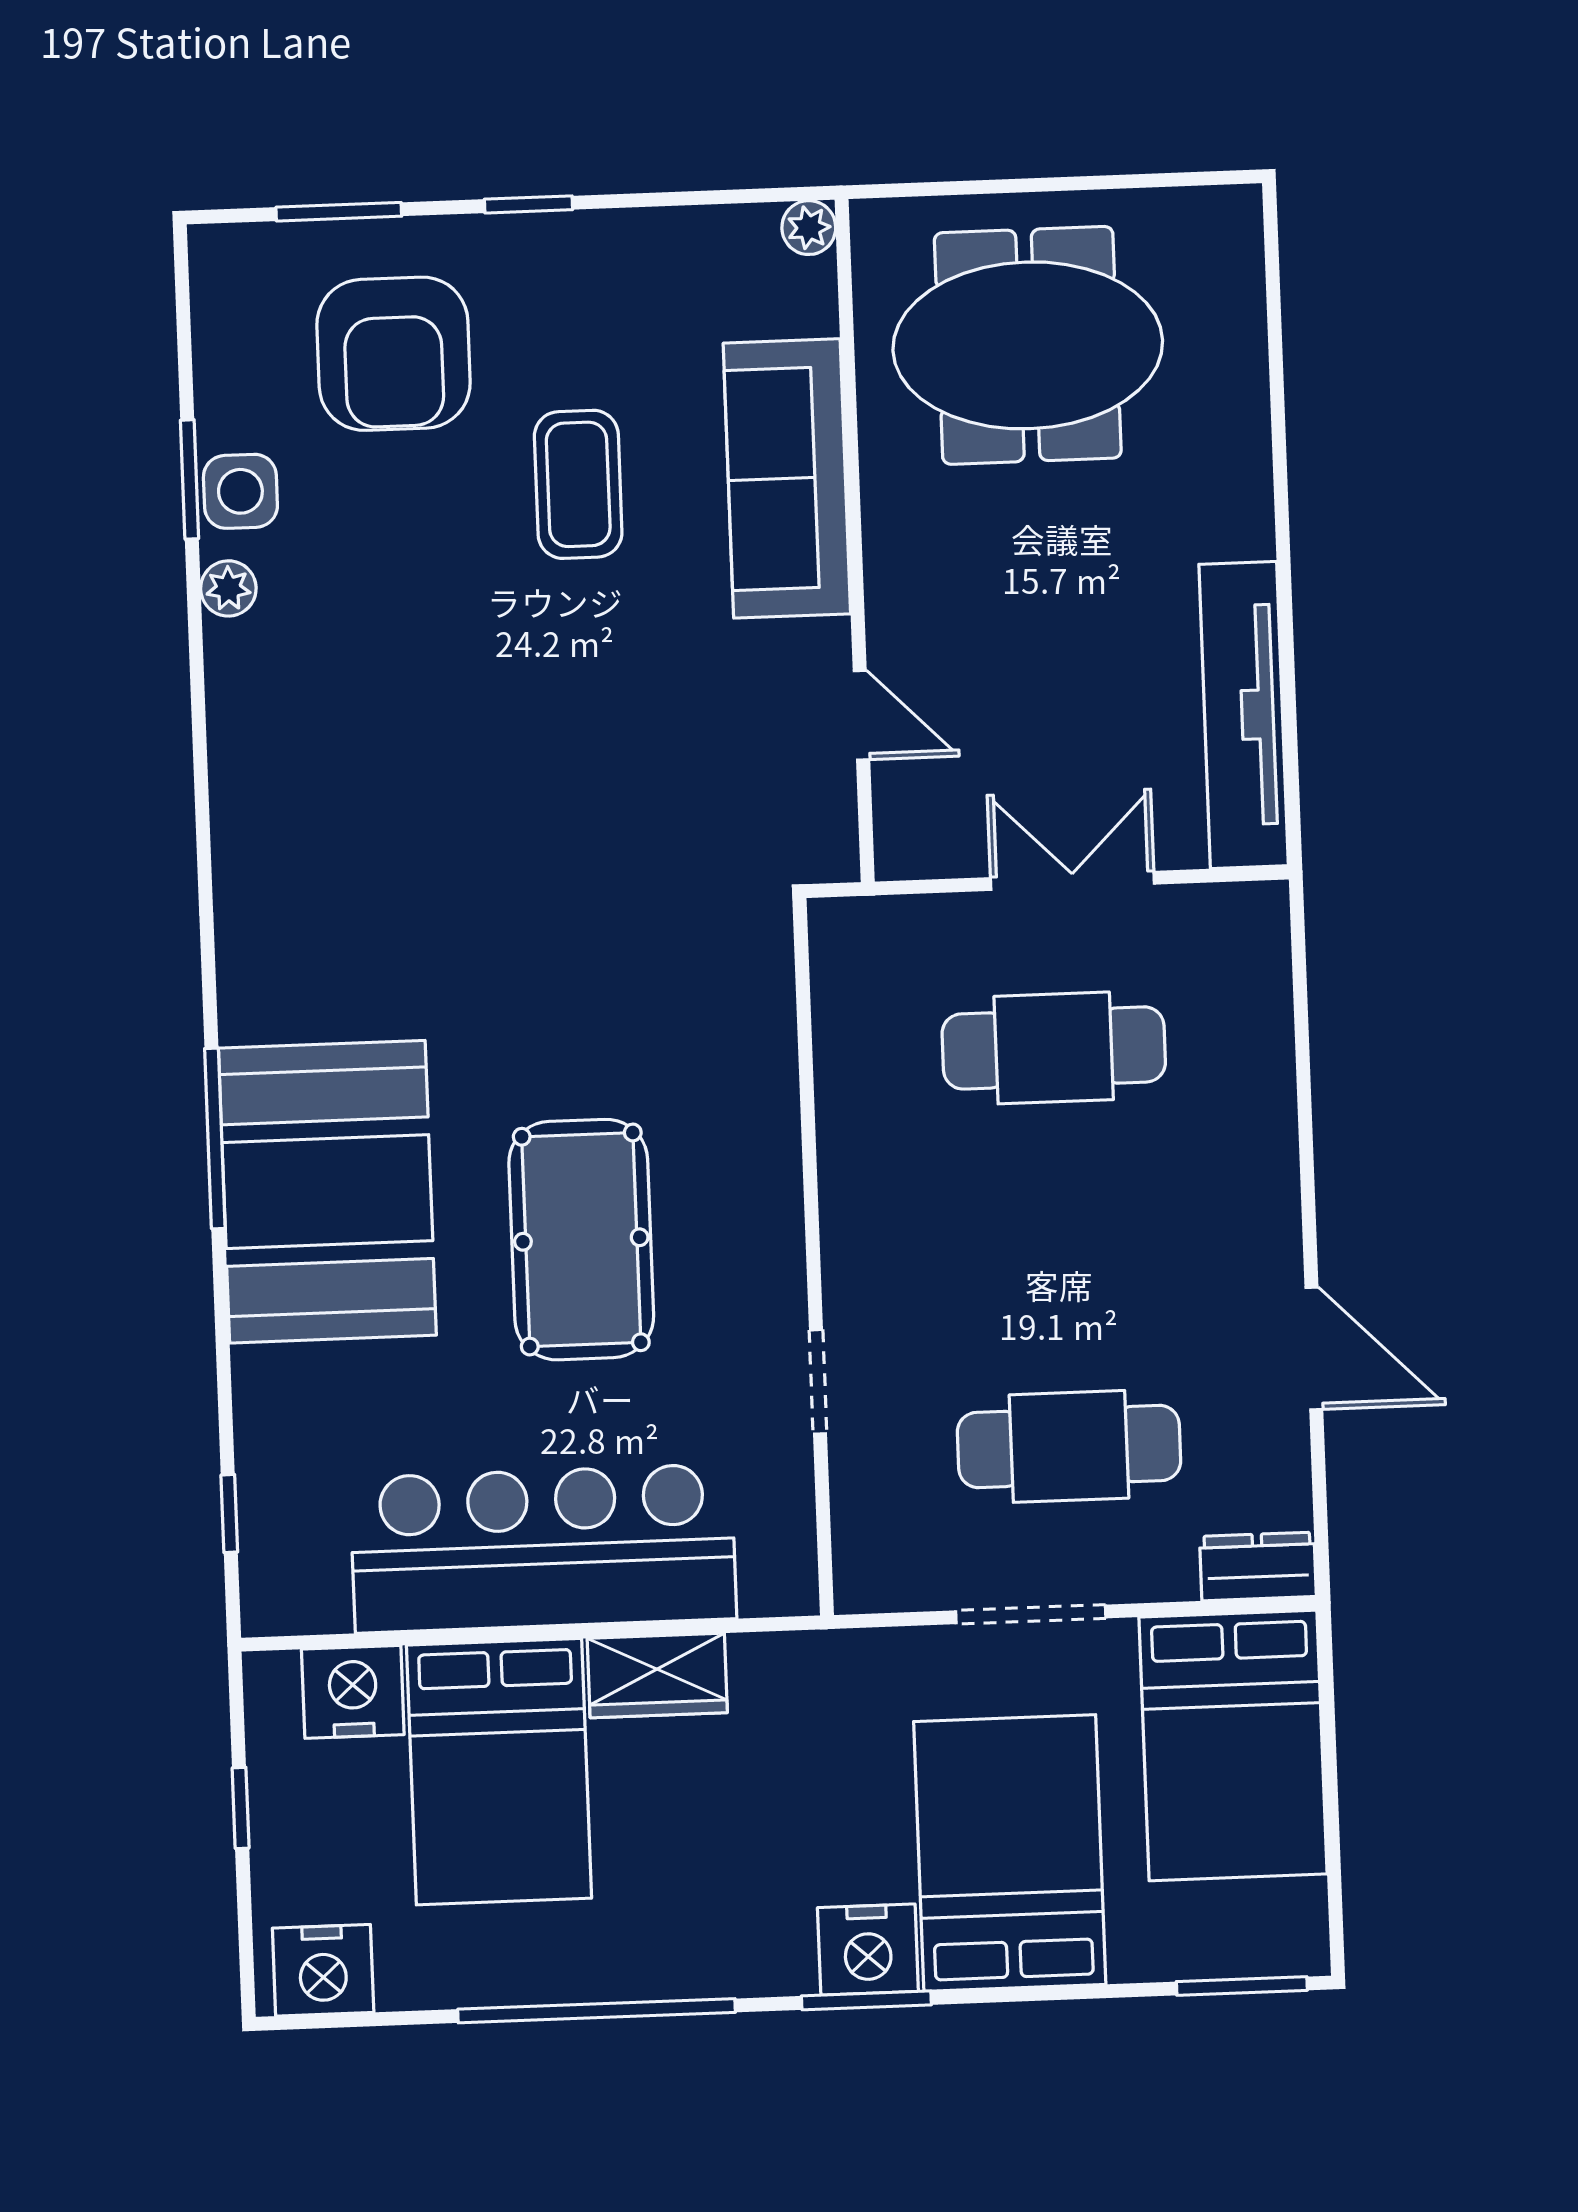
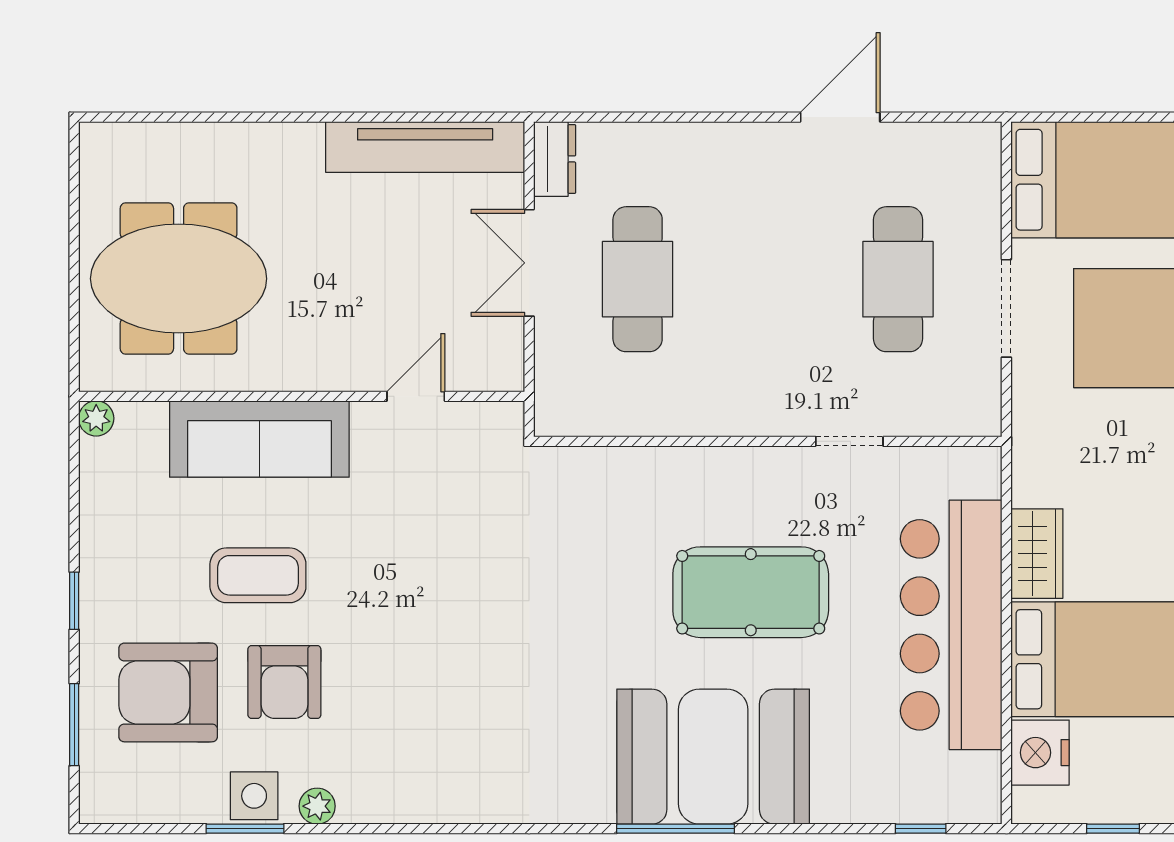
meeting table: (1028, 345) -> (179, 279), turned 90
armchair: (394, 354) -> (168, 692), turned 180
armchair: (416, 531) -> (284, 682), added
dresser: (1258, 1566) -> (555, 159), moved, turned 180

